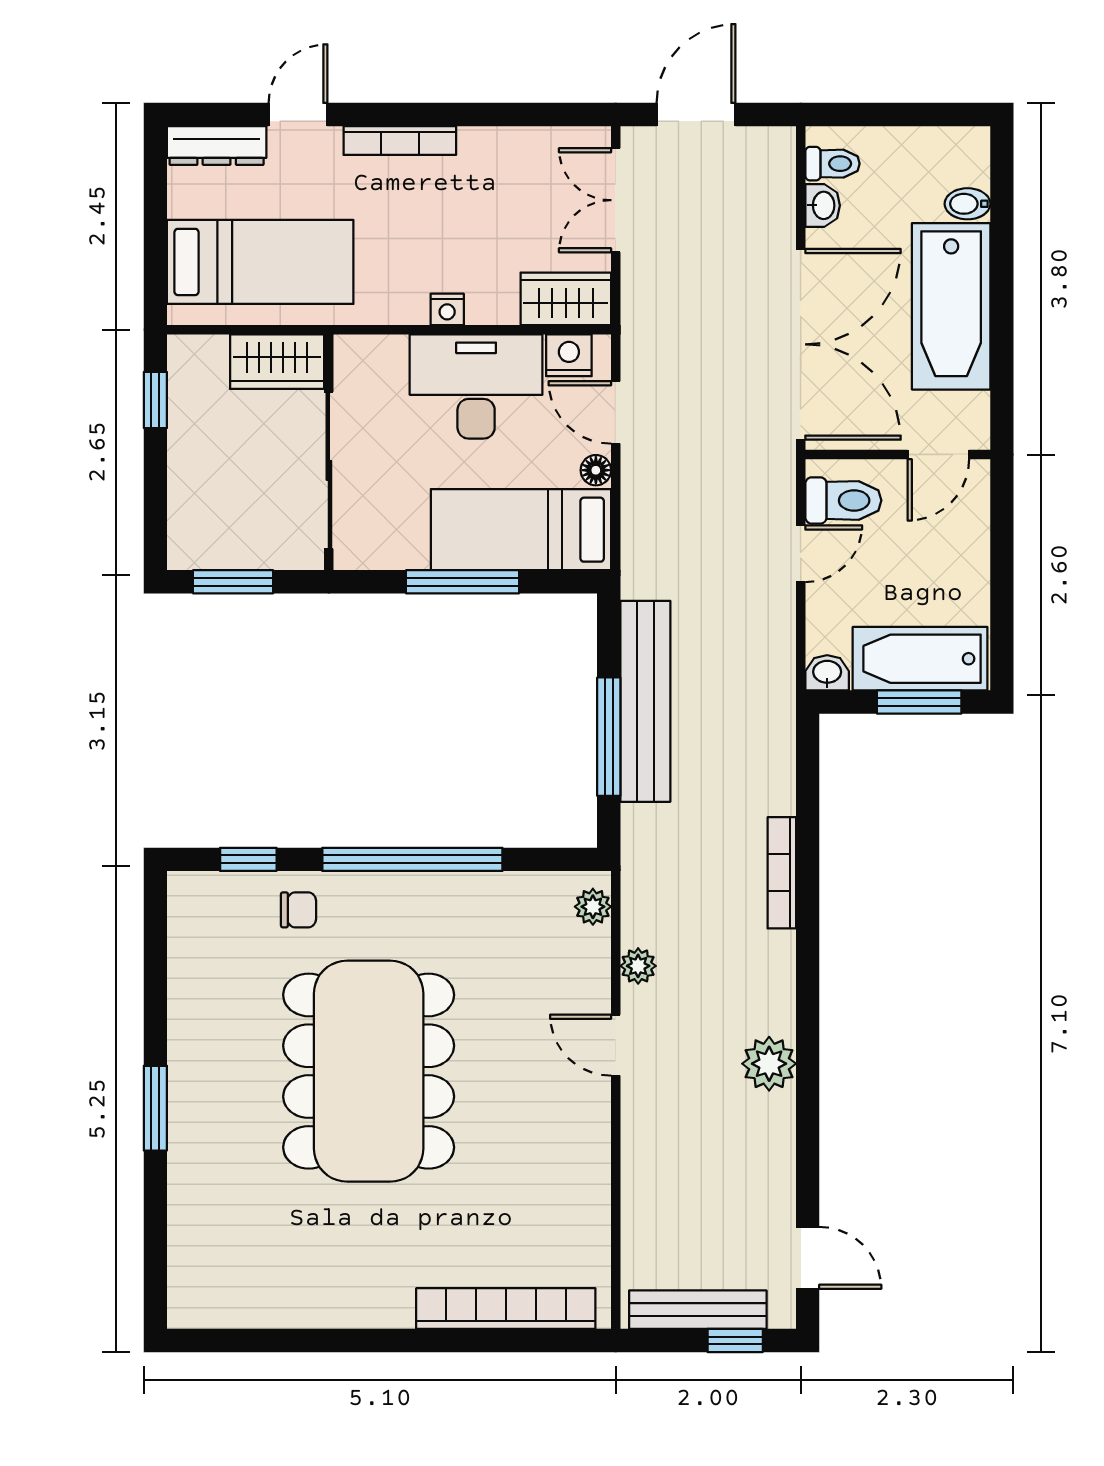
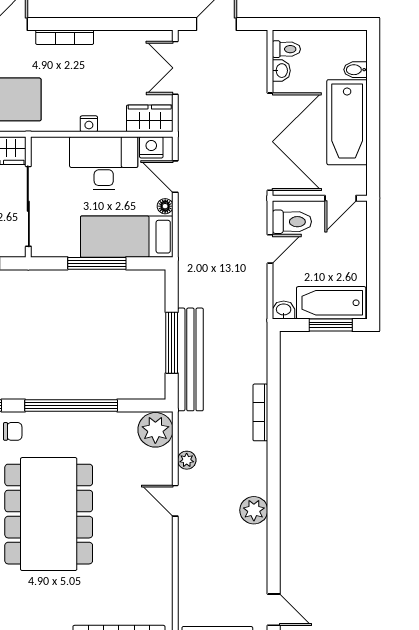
bench: (645, 701) -> (190, 359), moved
plant: (593, 907) -> (155, 430), width x1.88, depth x1.88

